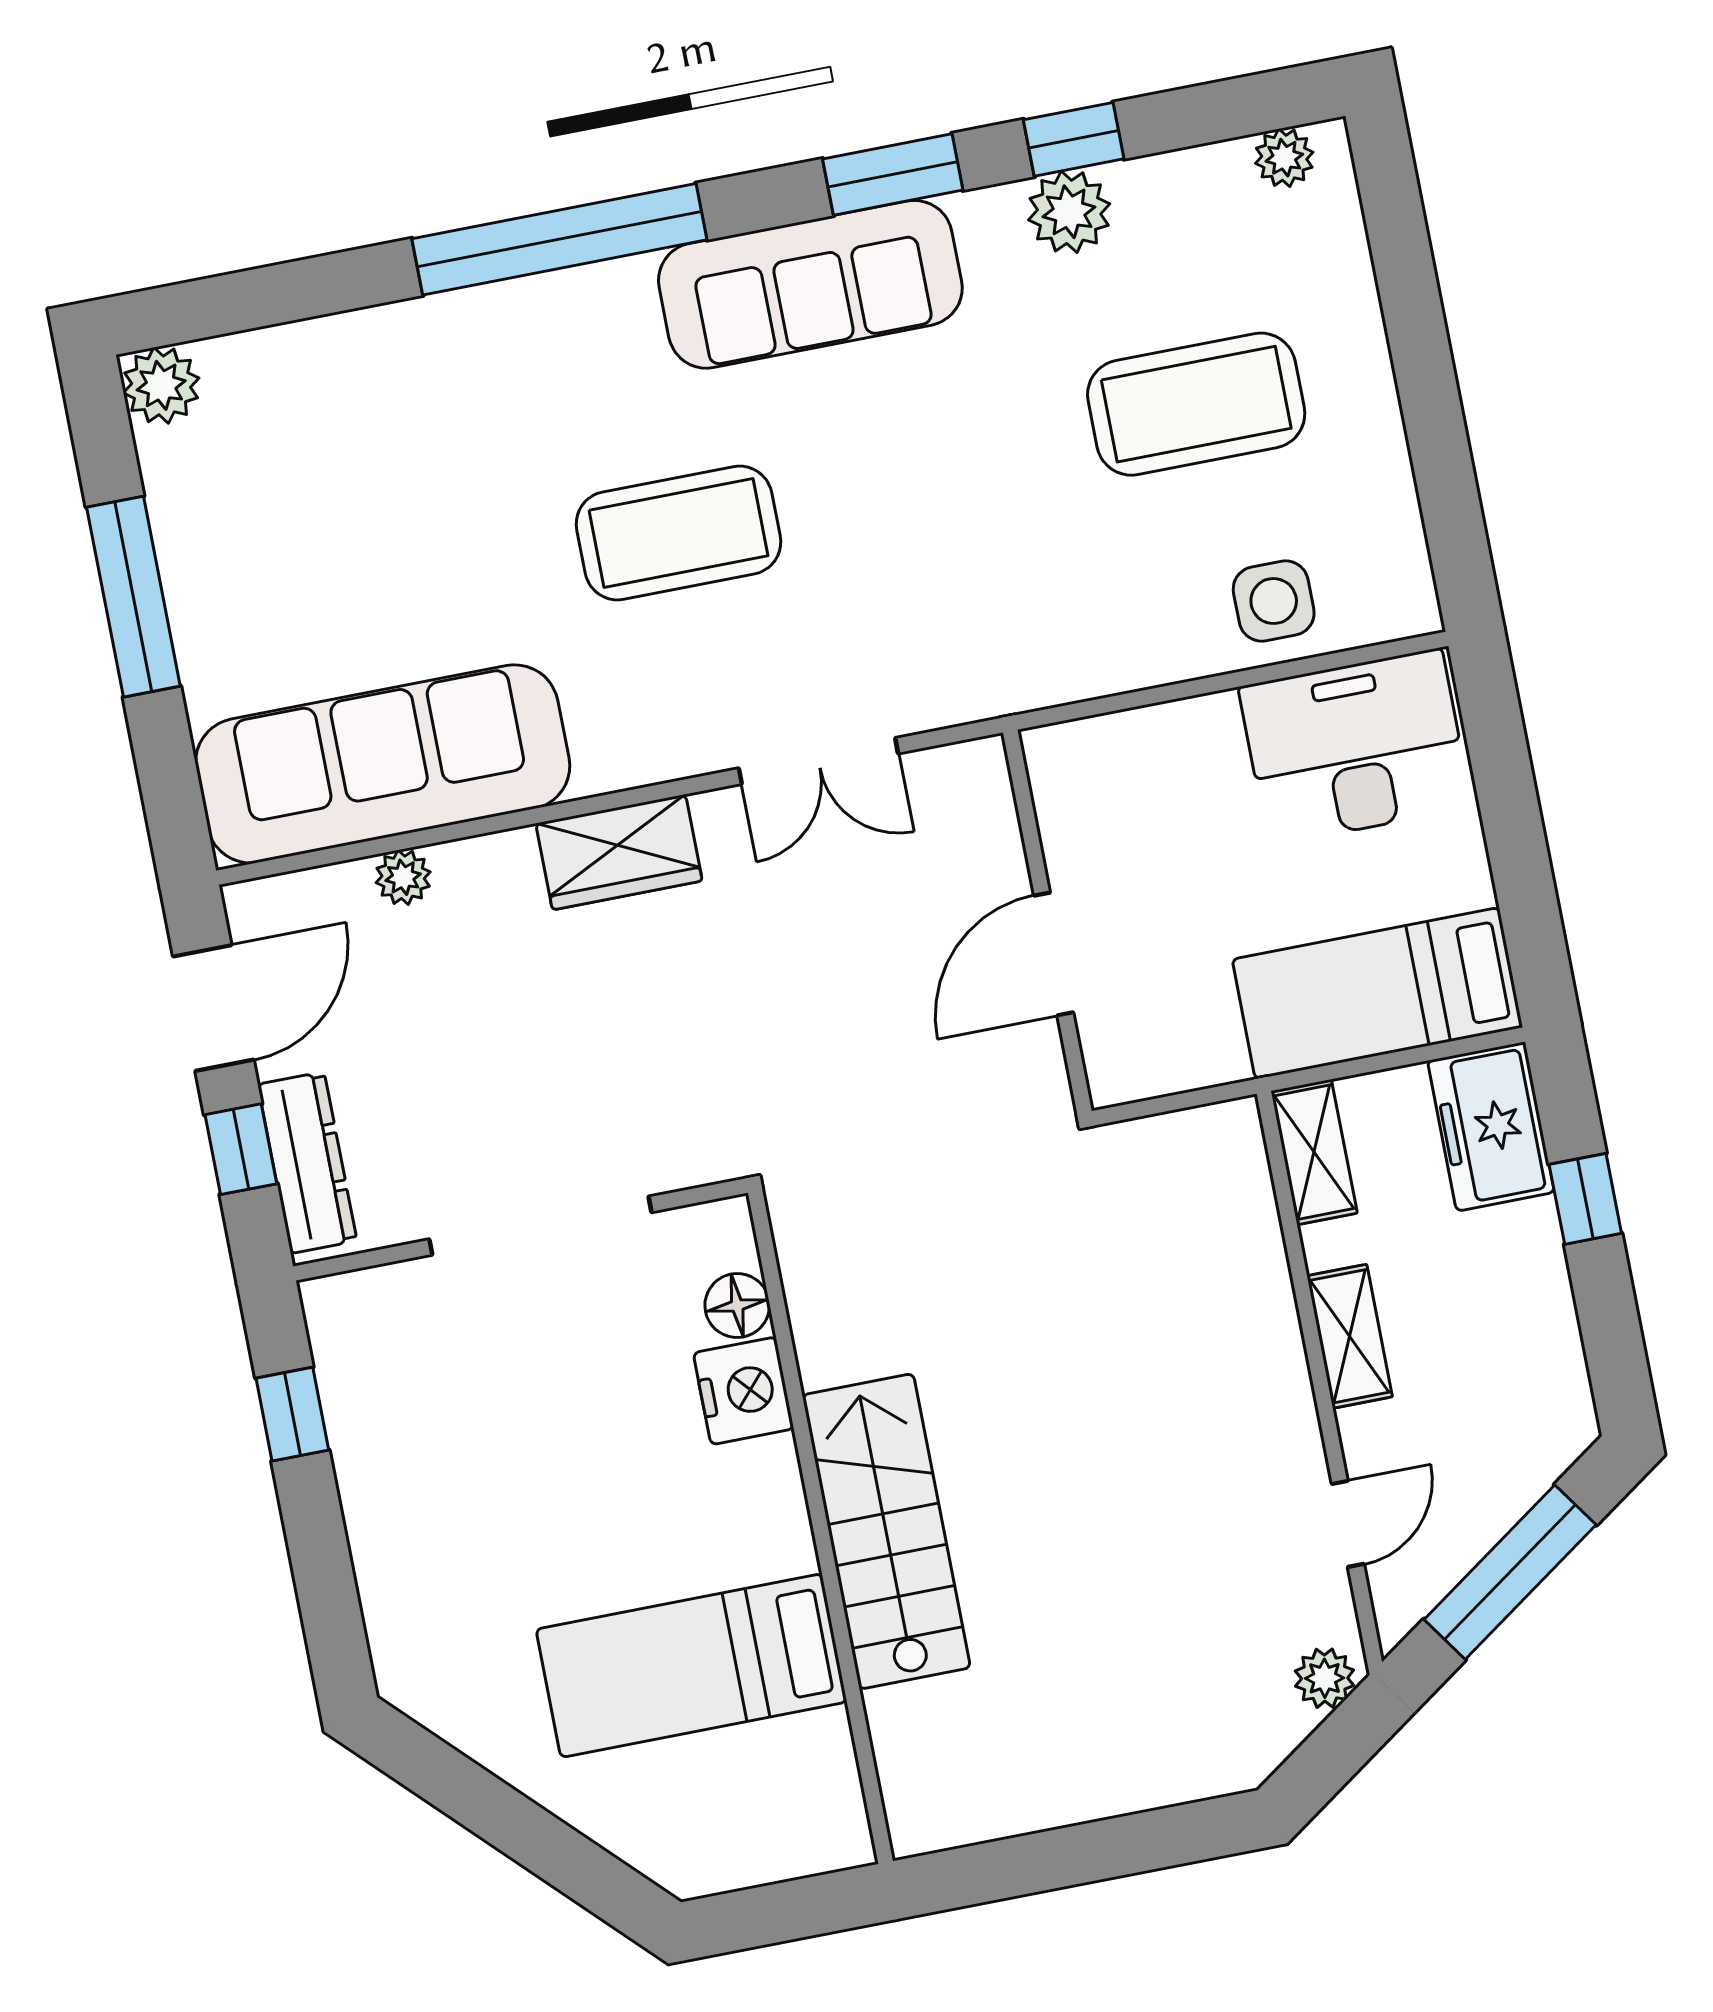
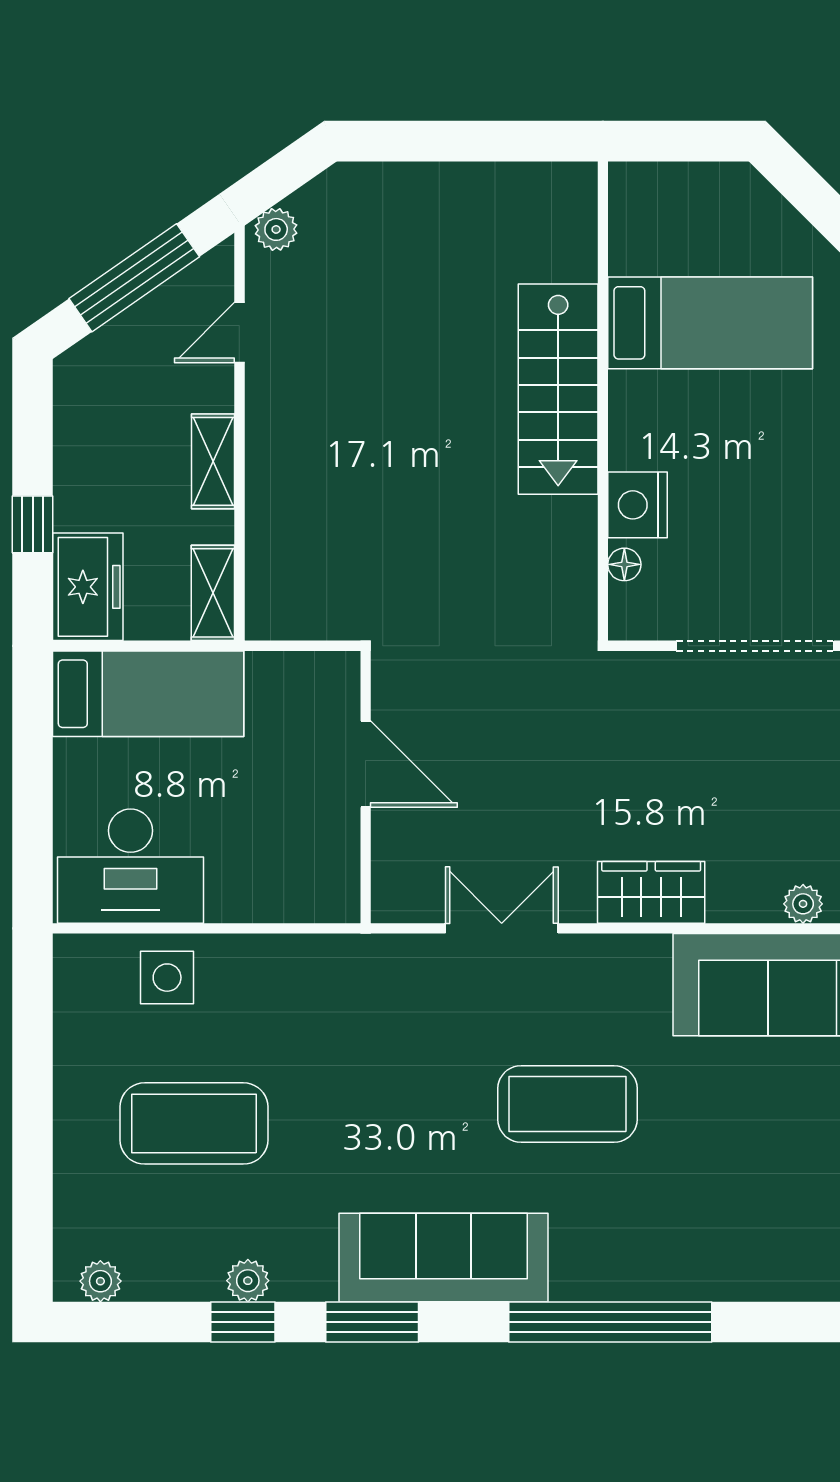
plant: (1069, 212) -> (248, 1281), width x0.73, depth x0.73
door: (1054, 954) -> (366, 764), hinge flipped
floor lamp: (737, 1306) -> (624, 564), width x0.73, depth x0.73

